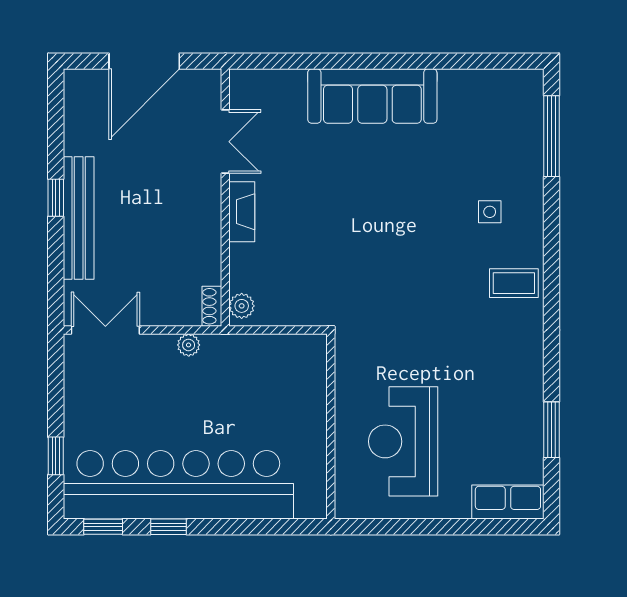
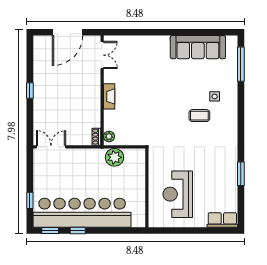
sofa: (372, 96) -> (198, 47), moved
double door: (225, 142) -> (102, 55), moved
bench: (79, 218) -> (40, 99), removed
coffee table: (514, 283) -> (199, 116), moved
plant: (189, 345) -> (114, 157), moved, width x1.88, depth x1.88
window: (552, 430) -> (241, 174), moved

